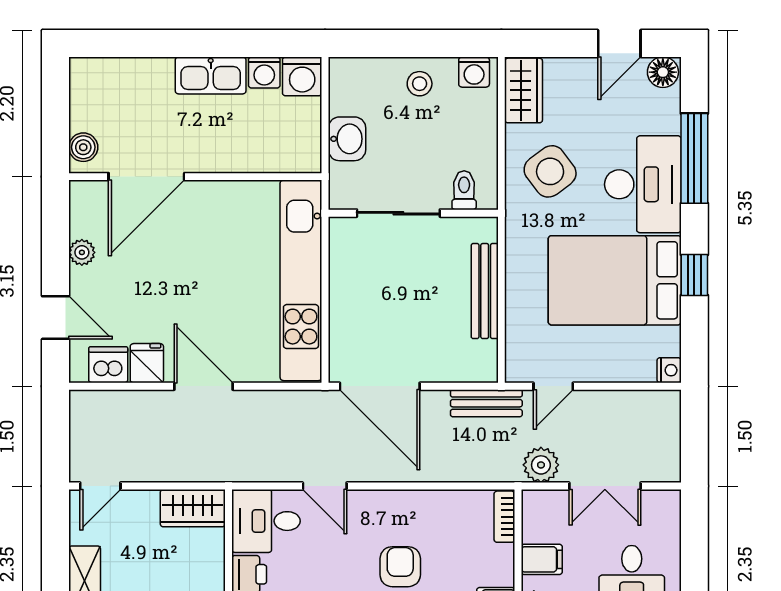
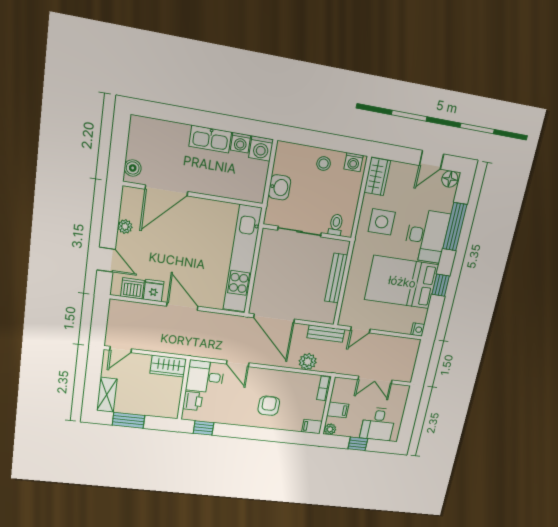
side table: (550, 171) -> (382, 222), turned 37
plant: (541, 465) -> (308, 362), moved

